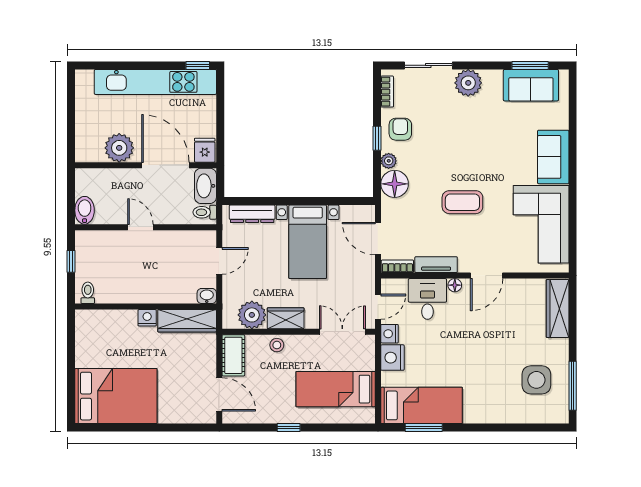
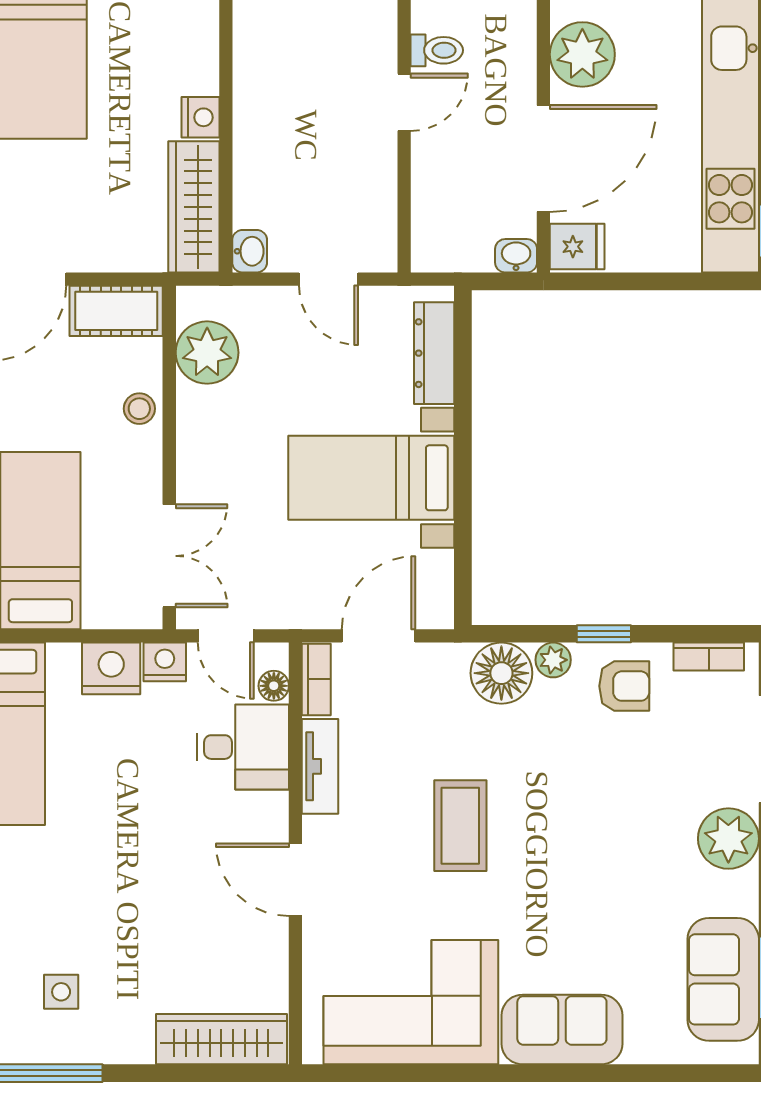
washbasin: (205, 186) -> (516, 256), width x0.52, depth x0.69
toilet: (205, 212) -> (437, 50), moved, turned 90
floor lamp: (455, 285) -> (274, 686), moved
wardrobe: (286, 318) -> (200, 428), removed
side table: (536, 380) -> (61, 992), width x0.54, depth x0.54

